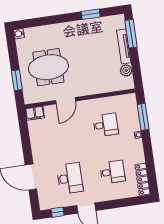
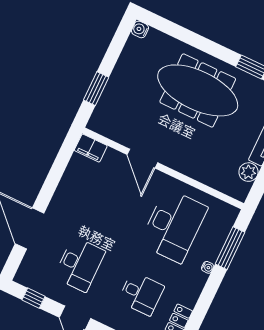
meeting table: (48, 67) -> (198, 90), moved, width x1.36
door: (66, 101) -> (142, 159), hinge flipped
desk: (106, 125) -> (174, 226), width x1.87, depth x1.30

